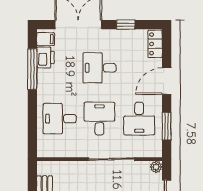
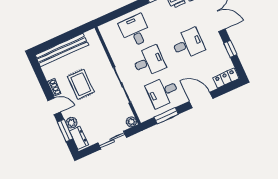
desk: (99, 68) -> (188, 44), turned 90

